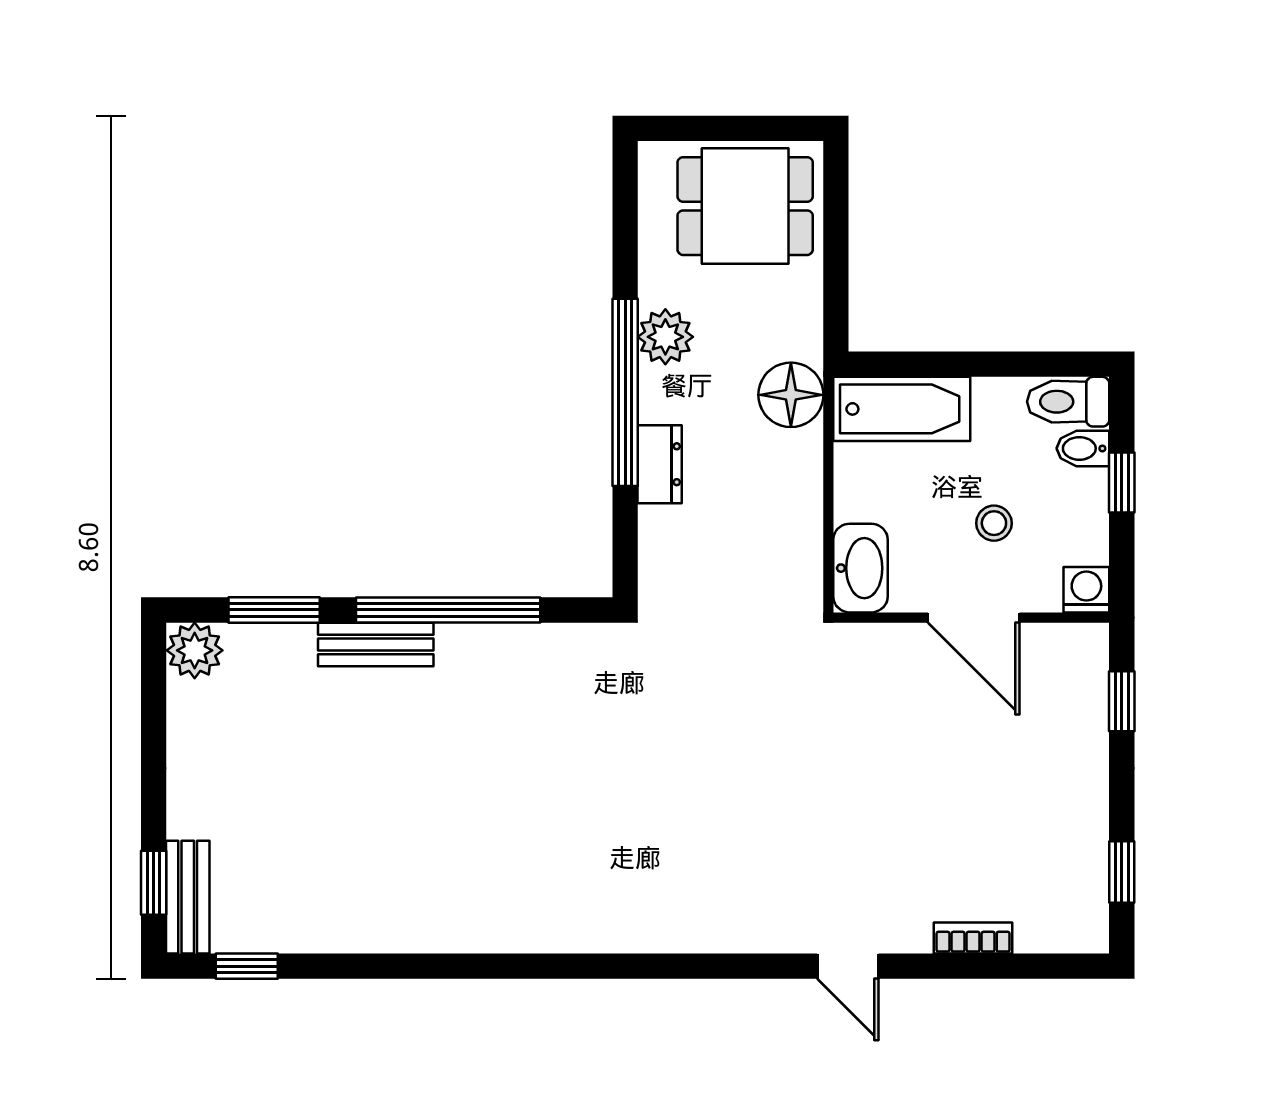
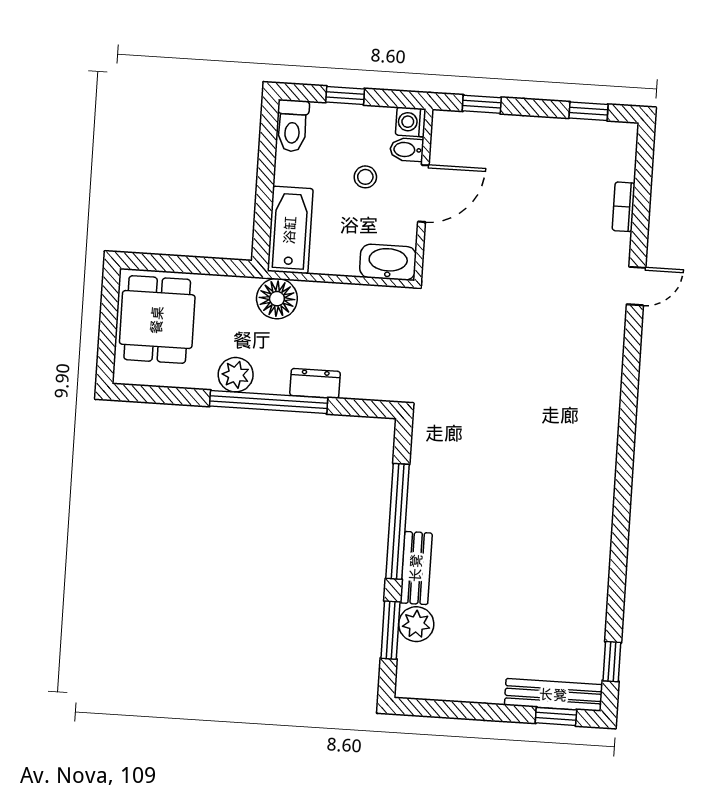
bidet: (1083, 448) -> (407, 150), moved, turned 90
plant: (195, 650) -> (416, 624), moved
bench: (188, 897) -> (553, 695), width x1.36

